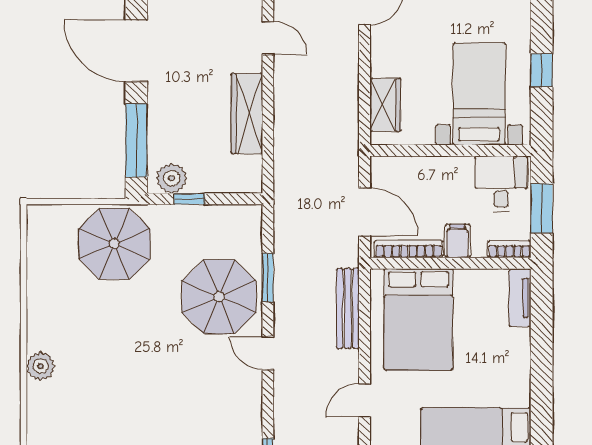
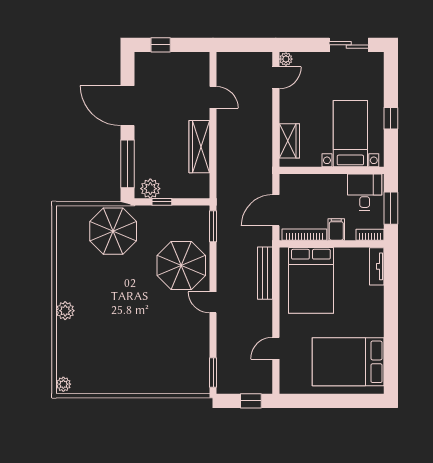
door: (364, 212) -> (276, 210), swing flipped
window: (268, 278) -> (213, 226), moved
door: (364, 400) -> (276, 348), moved

